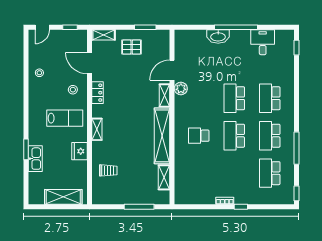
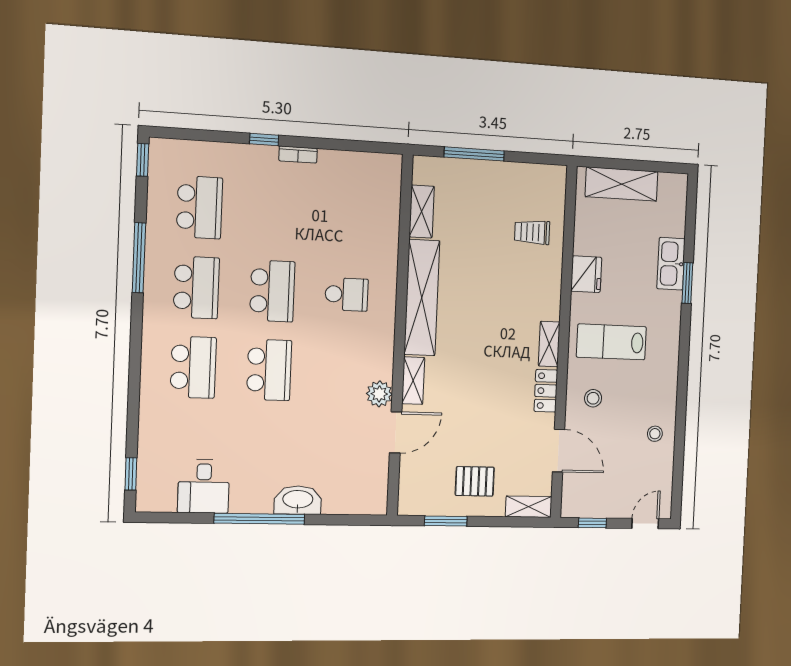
shelving: (97, 129) -> (549, 344), moved

